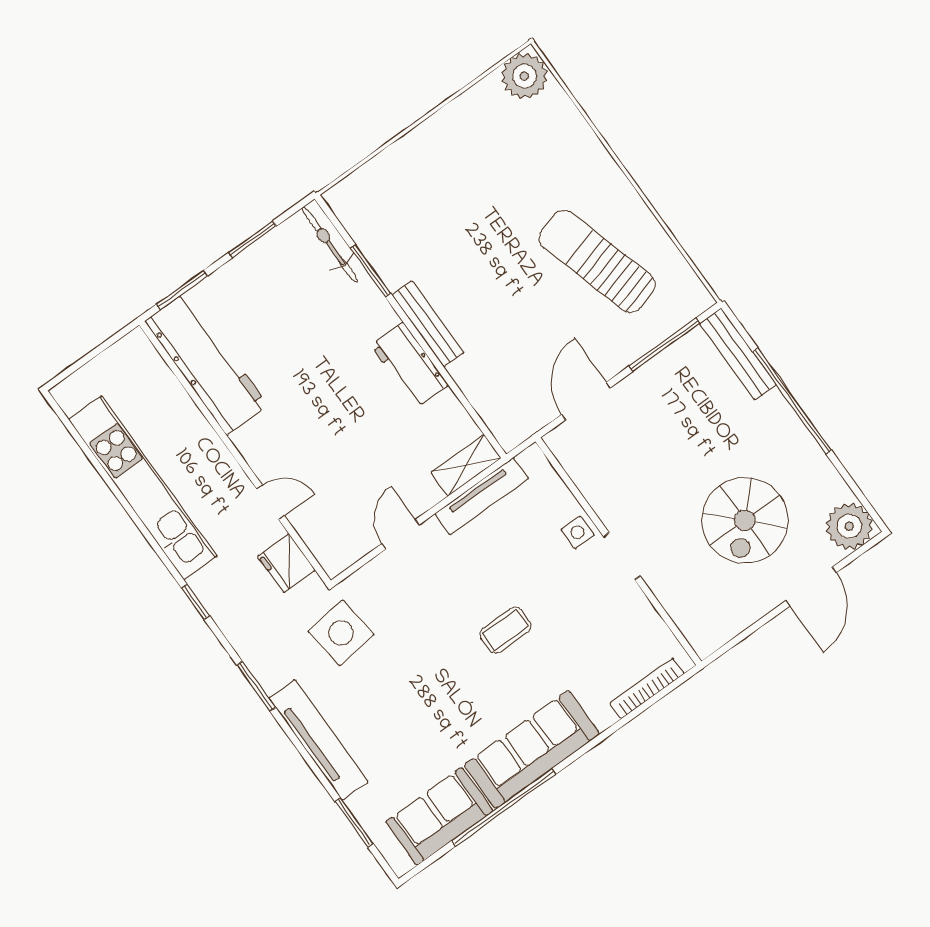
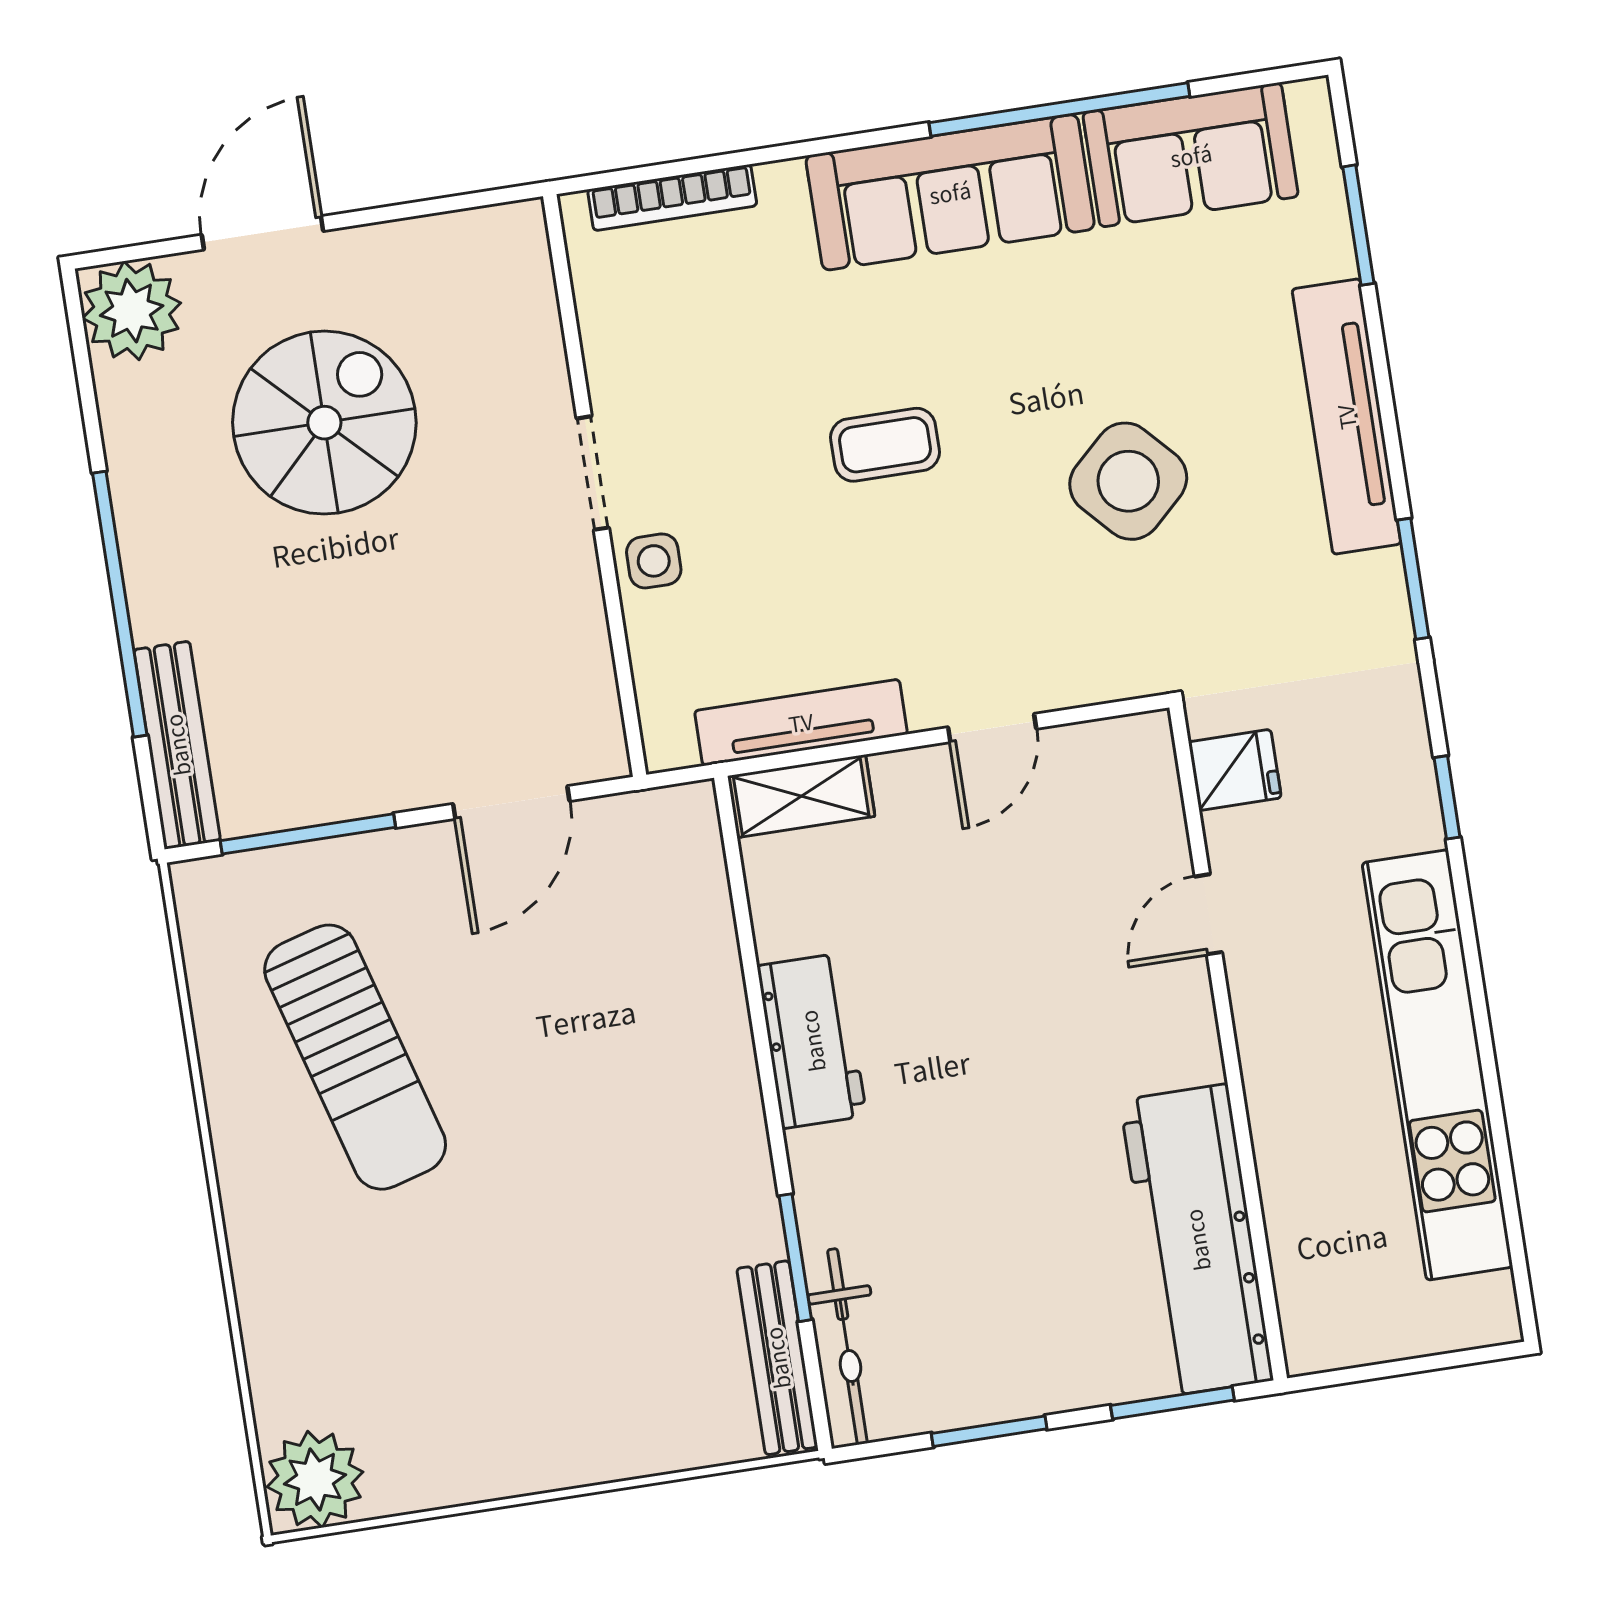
bench: (428, 324) -> (777, 1358), moved
door: (270, 502) -> (1208, 914), hinge flipped
fridge: (286, 563) -> (1235, 770), width x0.72
side table: (341, 633) -> (1128, 481), moved, turned -36

